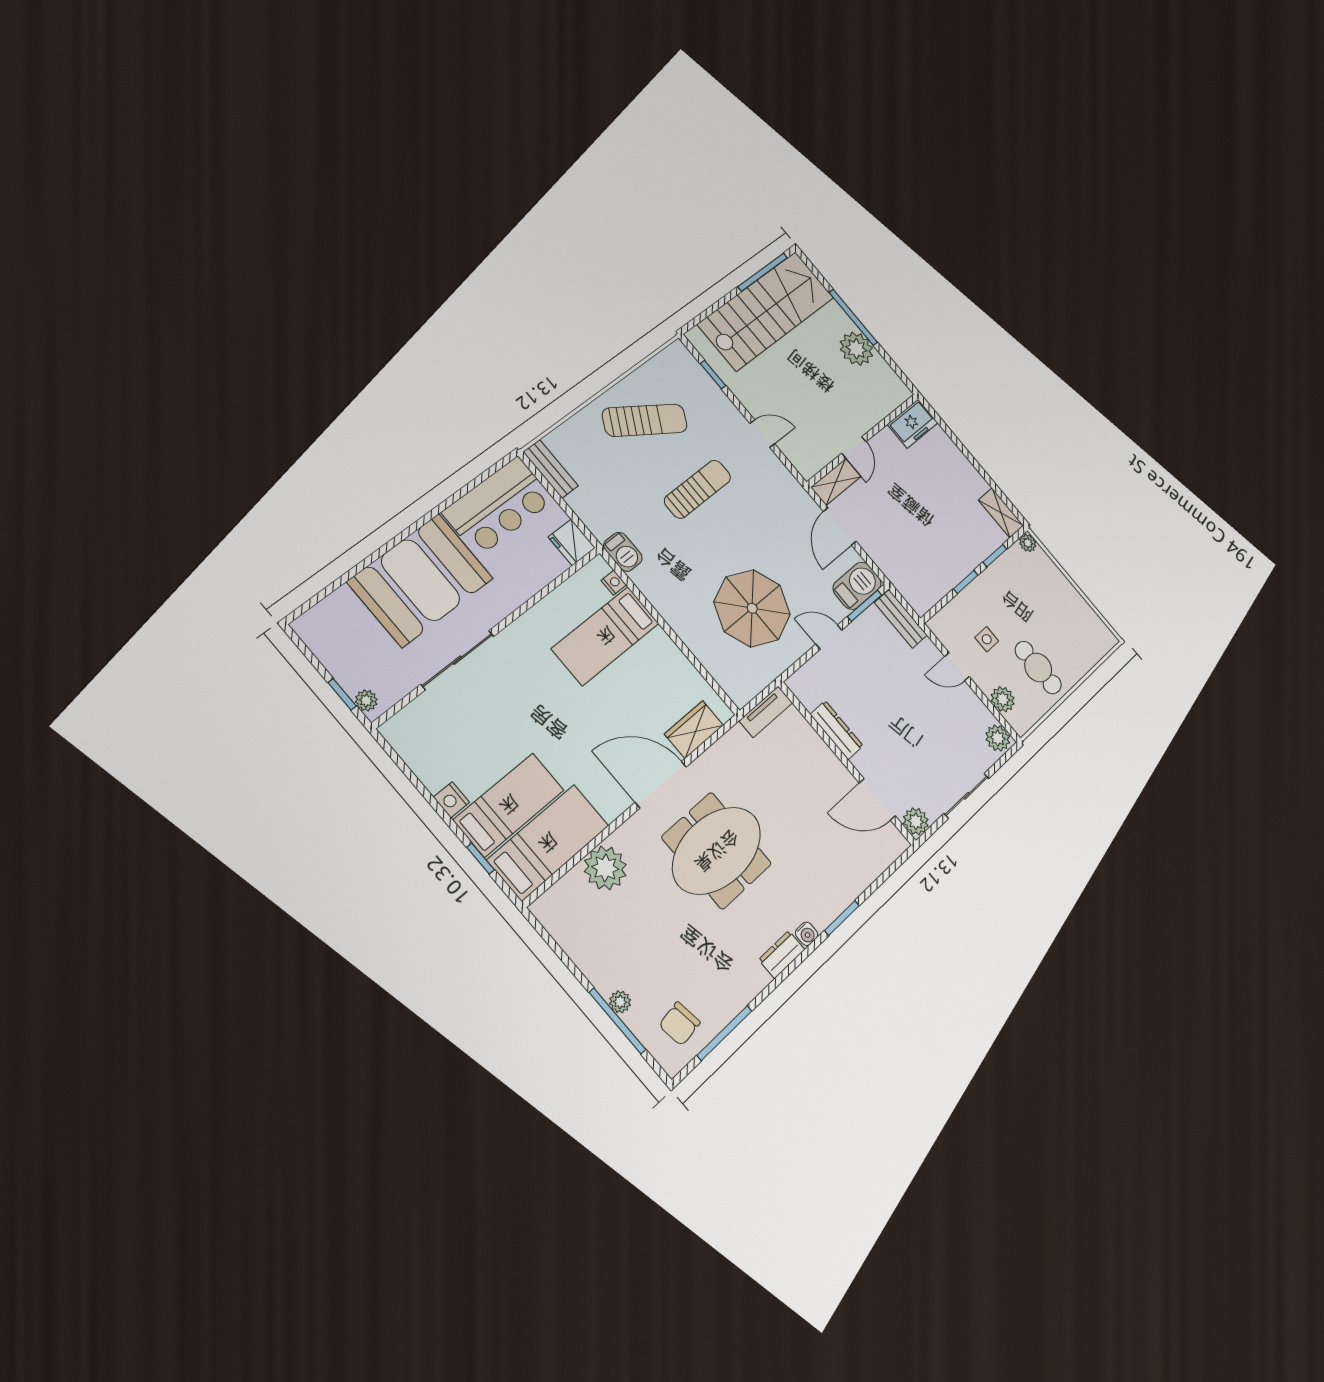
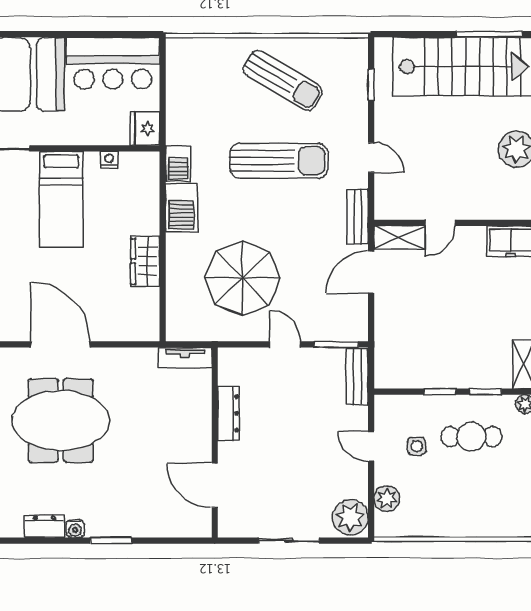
bench: (551, 469) -> (358, 217), moved
sun lounger: (698, 489) -> (279, 161), width x1.36, depth x1.34
nightstand: (614, 583) -> (109, 160), moved, turned -90
barbecue: (857, 586) -> (181, 208), moved, turned 90
bed: (606, 636) -> (61, 200), moved, turned -90
cafe table: (1038, 668) -> (471, 437), moved, turned 90
wardrobe: (694, 730) -> (145, 261), moved, turned -90
plant: (998, 738) -> (350, 517), width x1.36, depth x1.36
plant: (916, 821) -> (231, 525), removed

